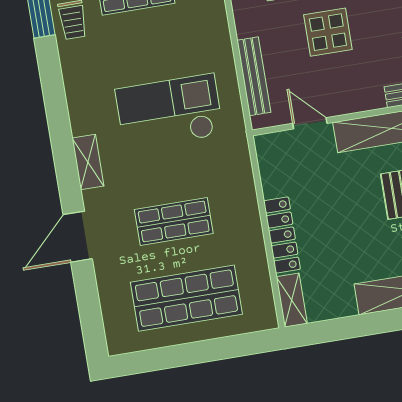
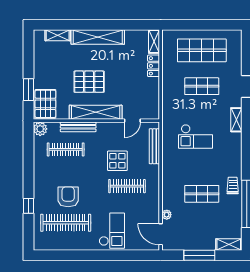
checkout: (169, 112) -> (196, 136), width x0.73, depth x0.83
door: (310, 123) -> (132, 121), hinge flipped
locker: (282, 235) -> (154, 66), width x0.66

